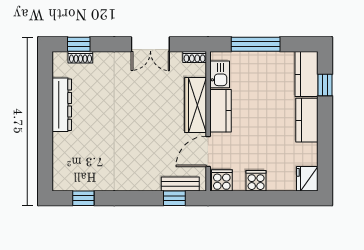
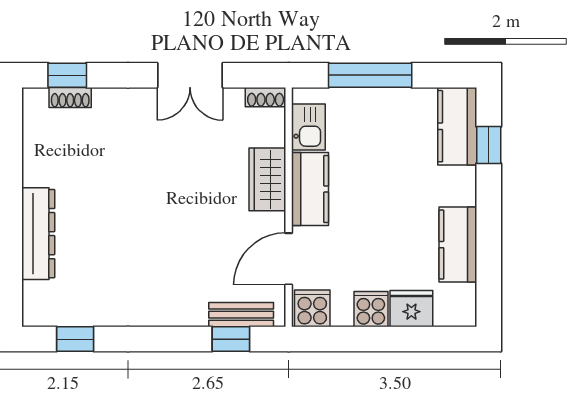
dresser: (62, 105) -> (38, 234), moved
wardrobe: (196, 105) -> (267, 179), width x0.67
kitchen counter: (307, 120) -> (458, 245), moved
fridge: (307, 179) -> (411, 309), moved, turned 90

